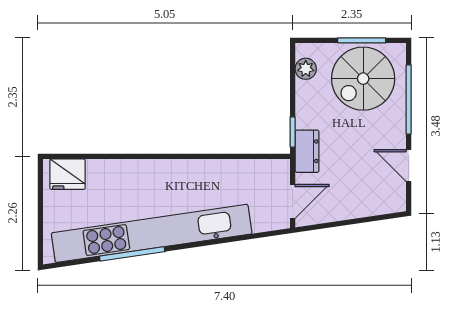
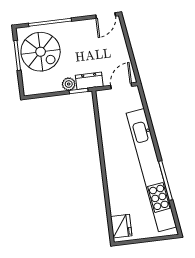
plant: (306, 69) -> (69, 84), moved
door: (409, 166) -> (106, 16), moved
door: (293, 201) -> (121, 86), hinge flipped

